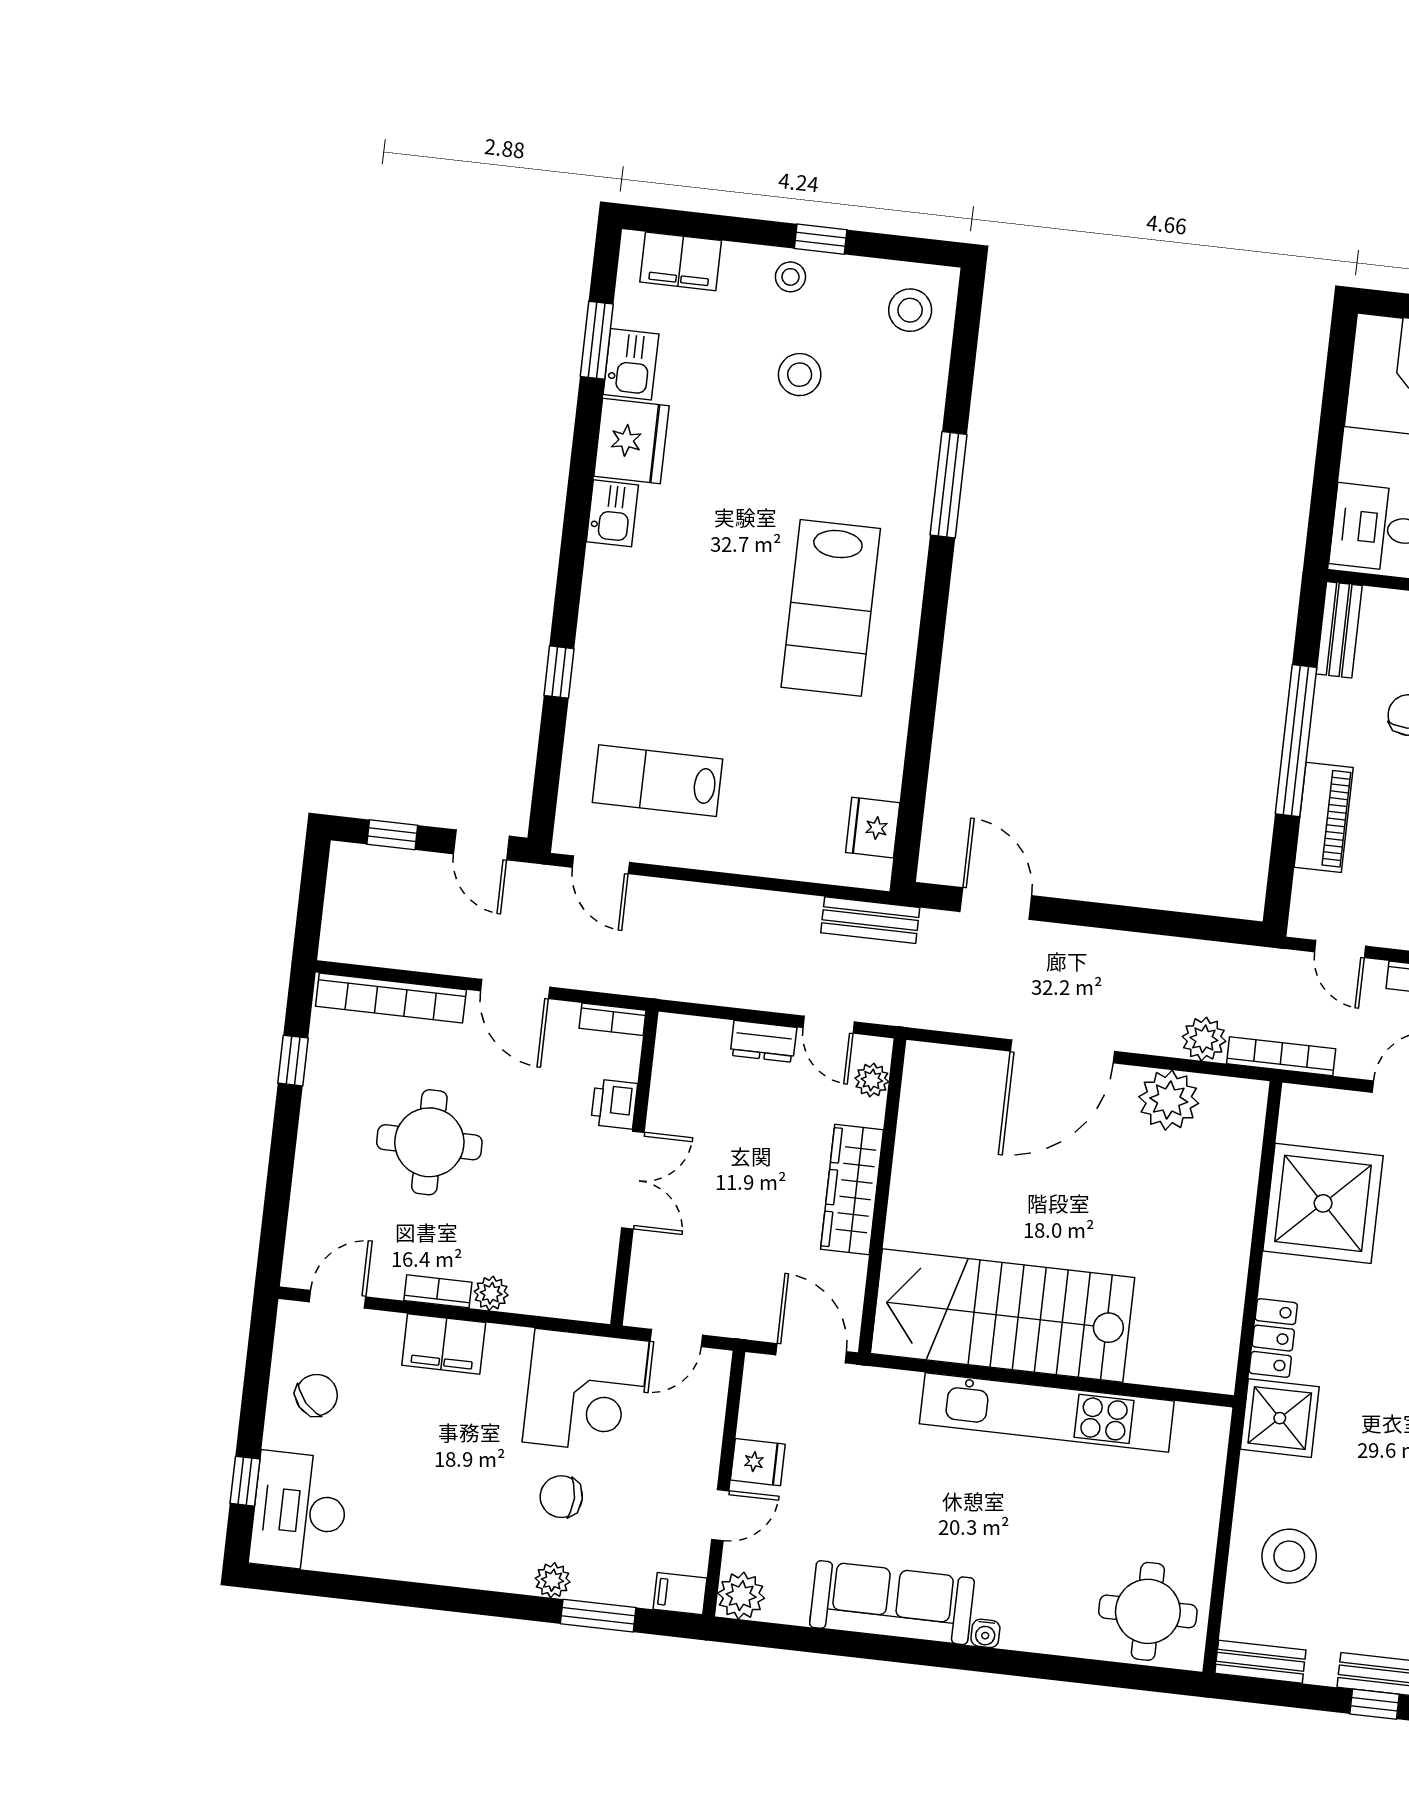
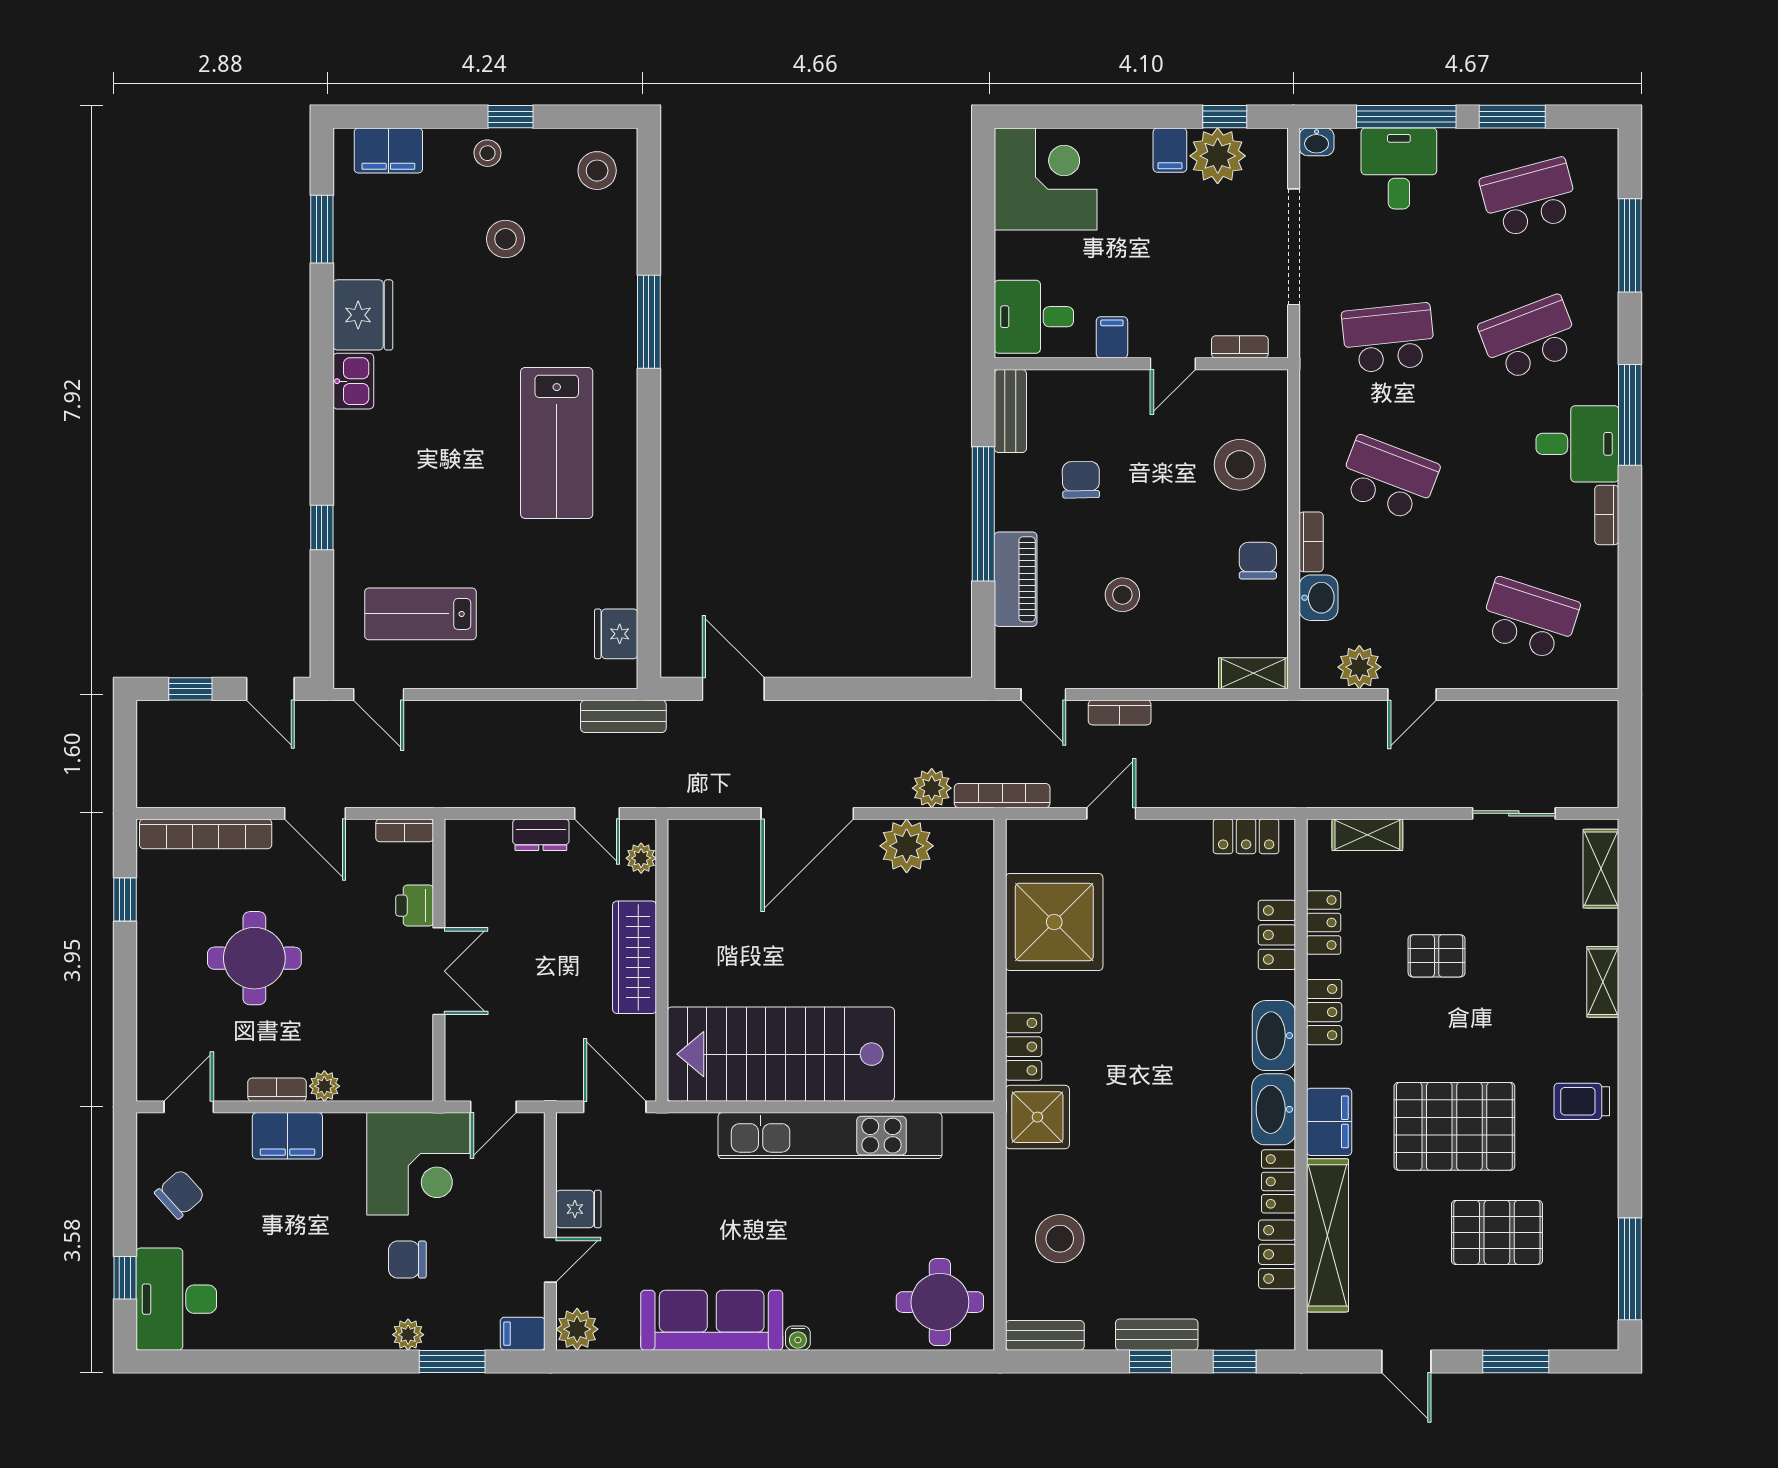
kitchen sink: (631, 364) -> (355, 247), removed

